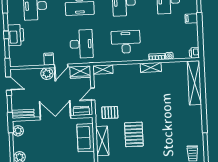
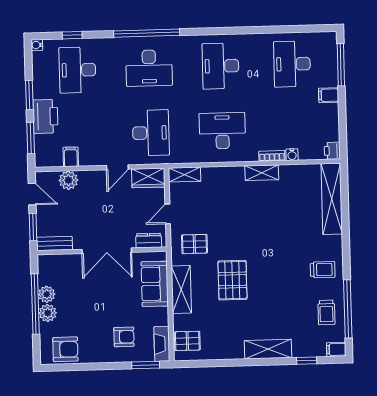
filing cabinet: (49, 59) -> (71, 157), moved
plant: (47, 74) -> (68, 180), moved
double door: (56, 118) -> (107, 251), swing flipped
trolley: (190, 127) -> (323, 270), added
plant: (18, 131) -> (47, 294), moved

